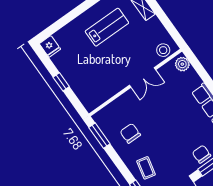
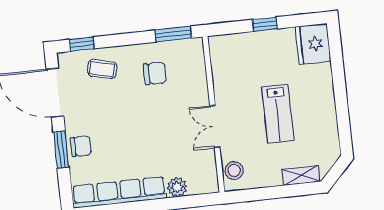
lab bench: (107, 27) -> (278, 114), moved
fridge: (50, 46) -> (313, 44), width x1.88, depth x1.34
plant: (182, 64) -> (177, 187), moved

